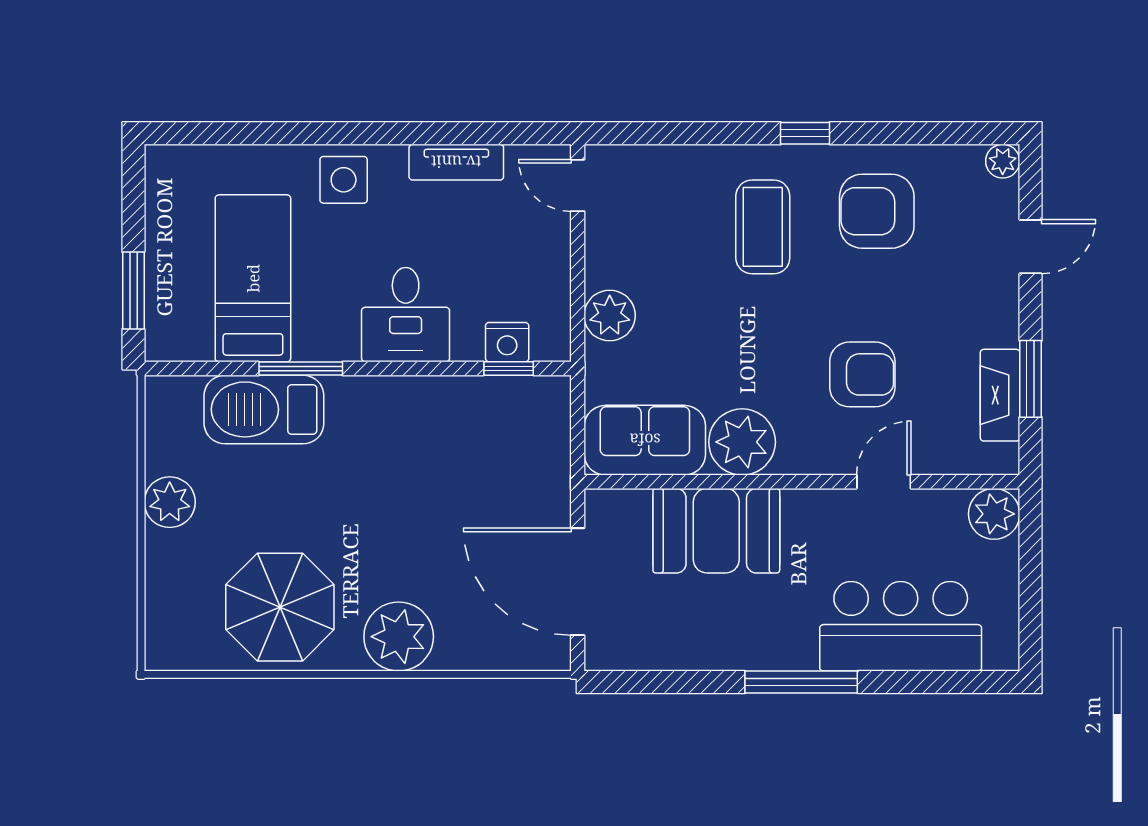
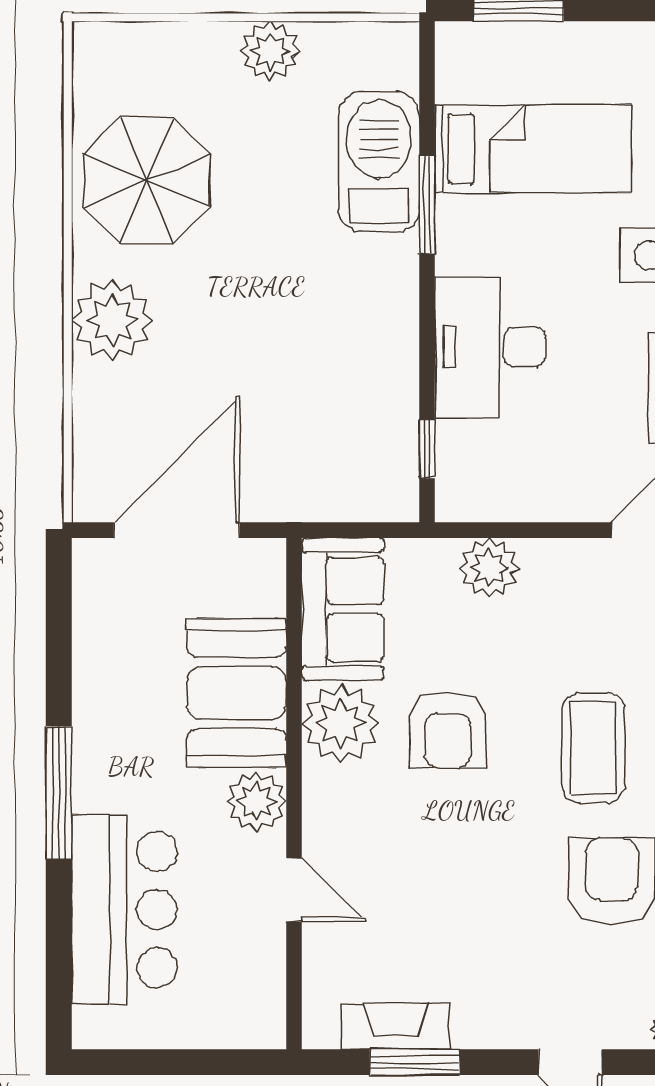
coffee table: (763, 227) -> (593, 748), turned 90
desk: (406, 315) -> (490, 347), width x1.37
nightstand: (507, 342) -> (458, 447), removed
armchair: (862, 374) -> (448, 730), moved
plant: (994, 514) -> (256, 801), moved

